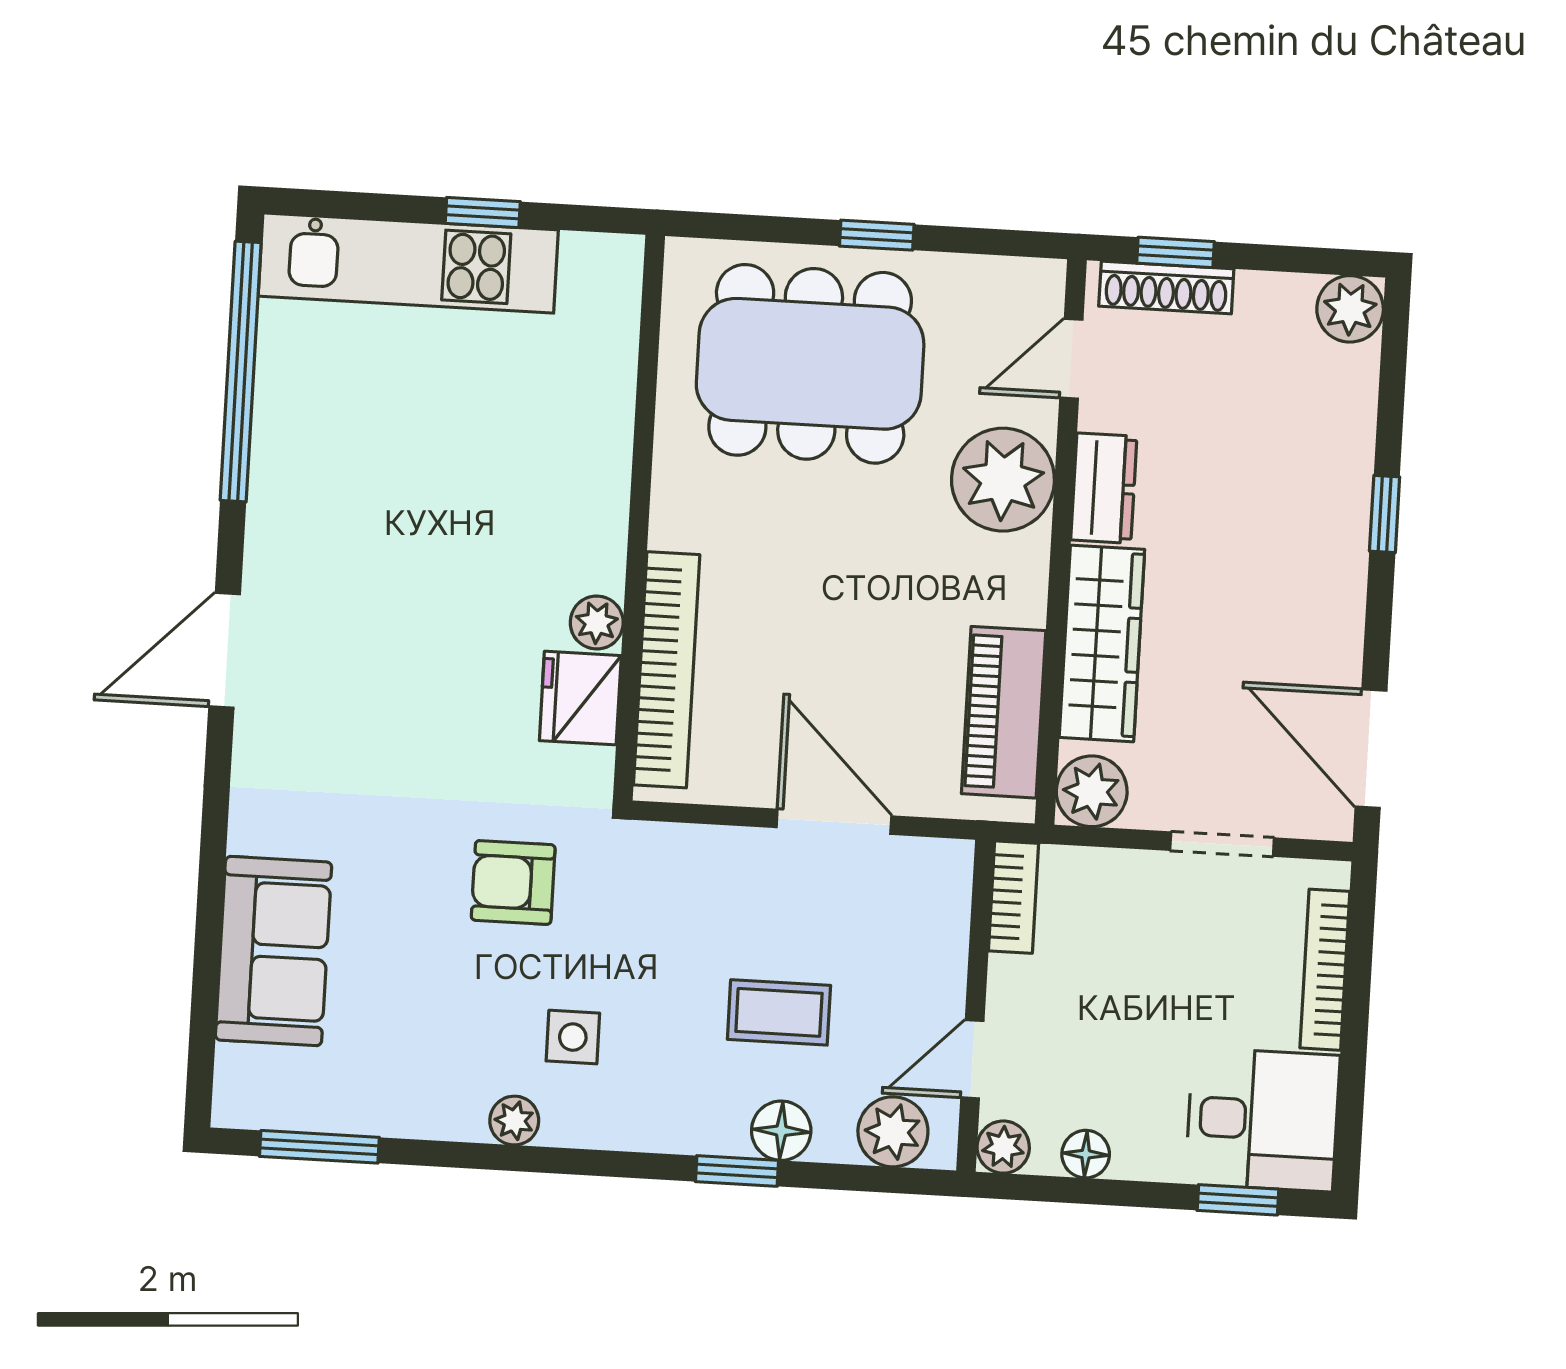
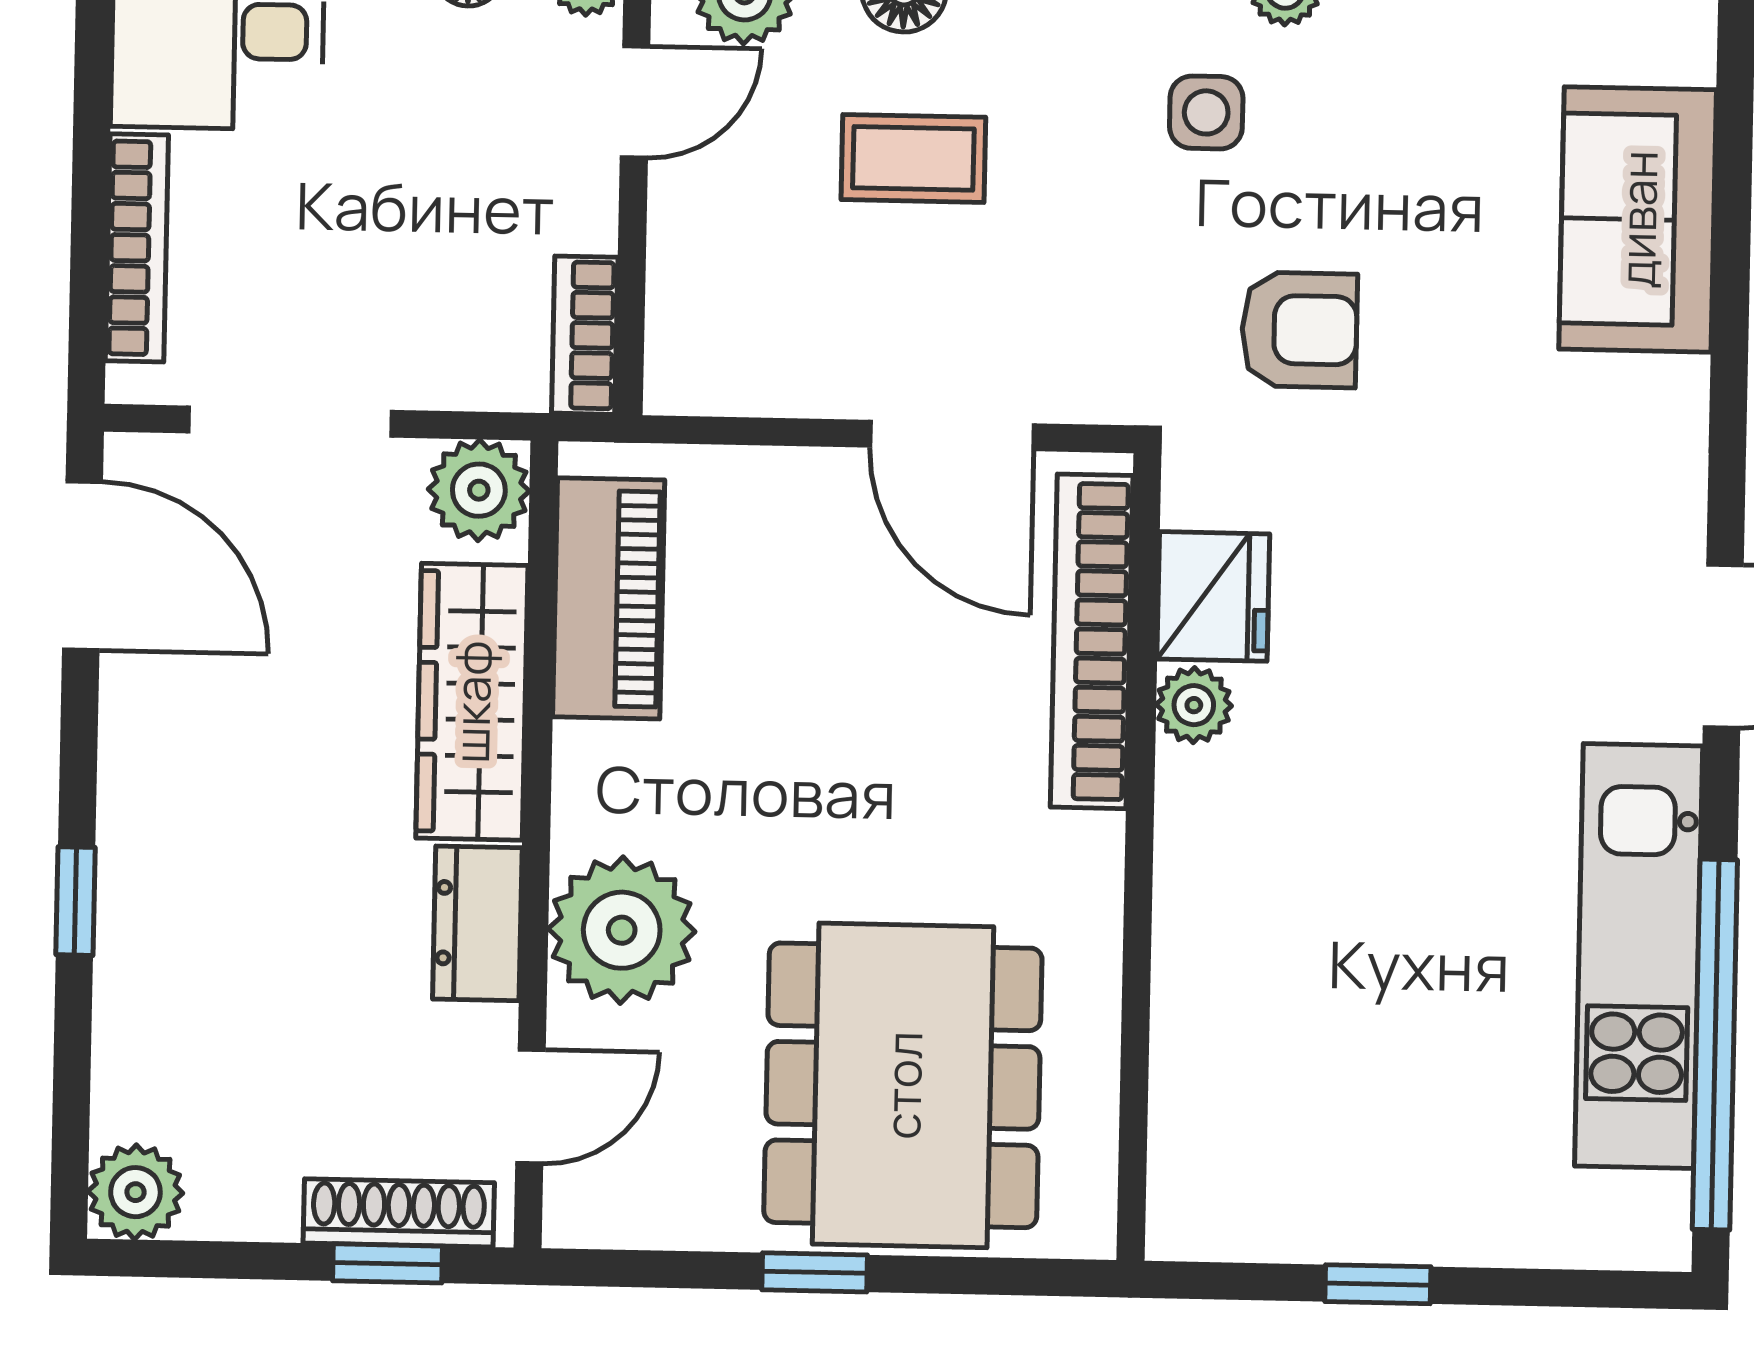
kitchen unit: (408, 263) -> (1639, 956), moved, turned -90
dining table: (810, 364) -> (903, 1085), turned 90
door: (834, 822) -> (952, 435), moved
doorway: (1222, 844) -> (290, 422), width x1.38

